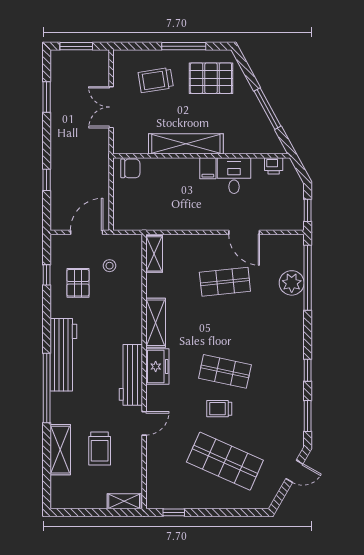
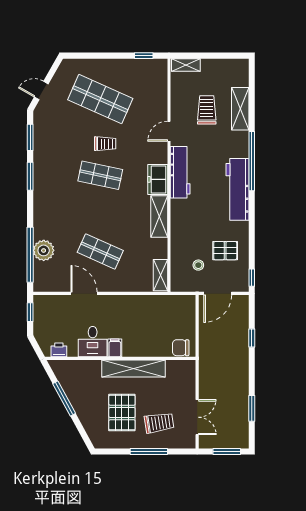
window: (184, 46) -> (149, 452), moved
pallet: (211, 78) -> (122, 413), moved, turned 90
double door: (111, 107) -> (197, 417), moved
window: (47, 275) -> (252, 278), moved
shop shelf: (225, 282) -> (100, 251), turned 30
pallet: (78, 283) -> (225, 251), turned 90
window: (308, 370) -> (30, 176), width x1.50

